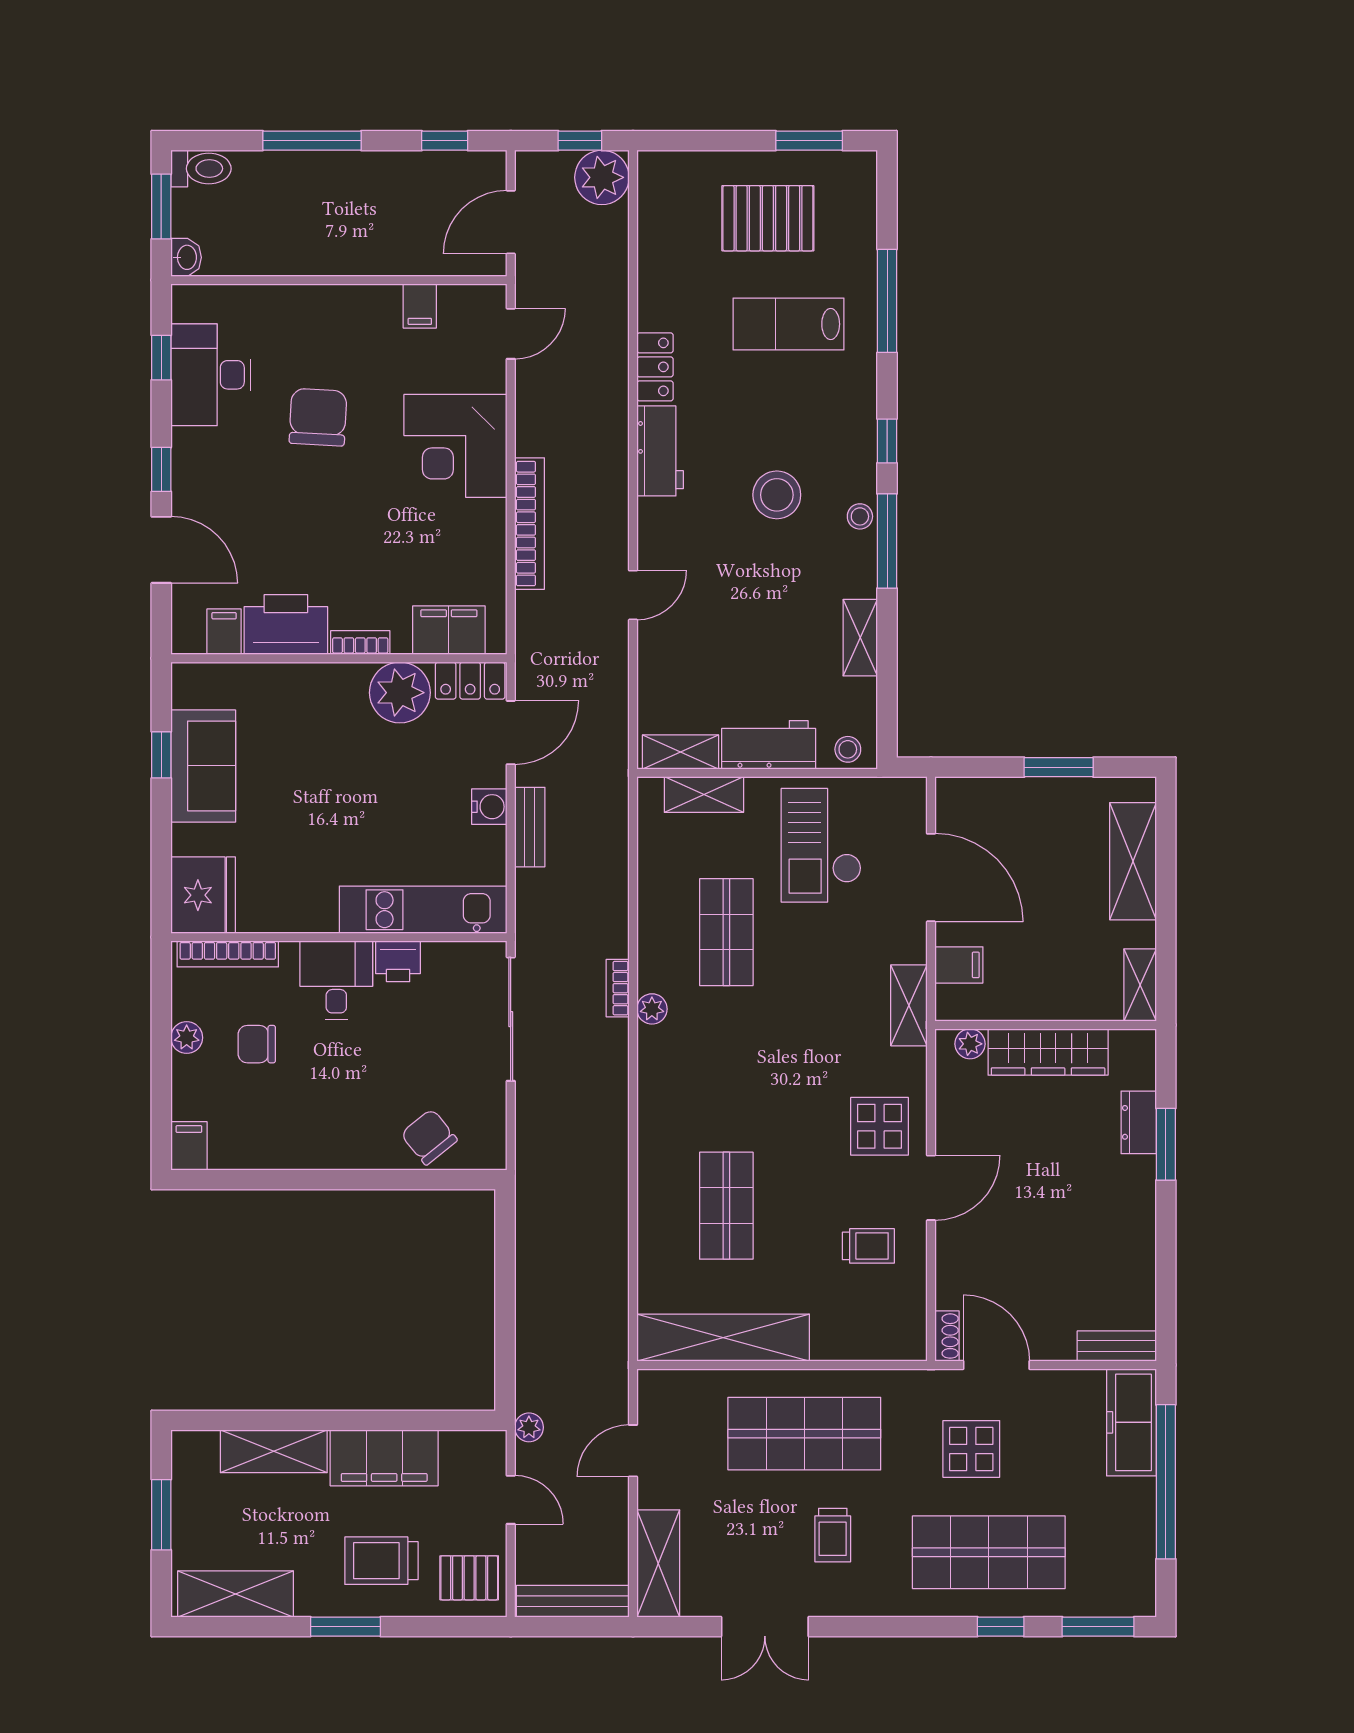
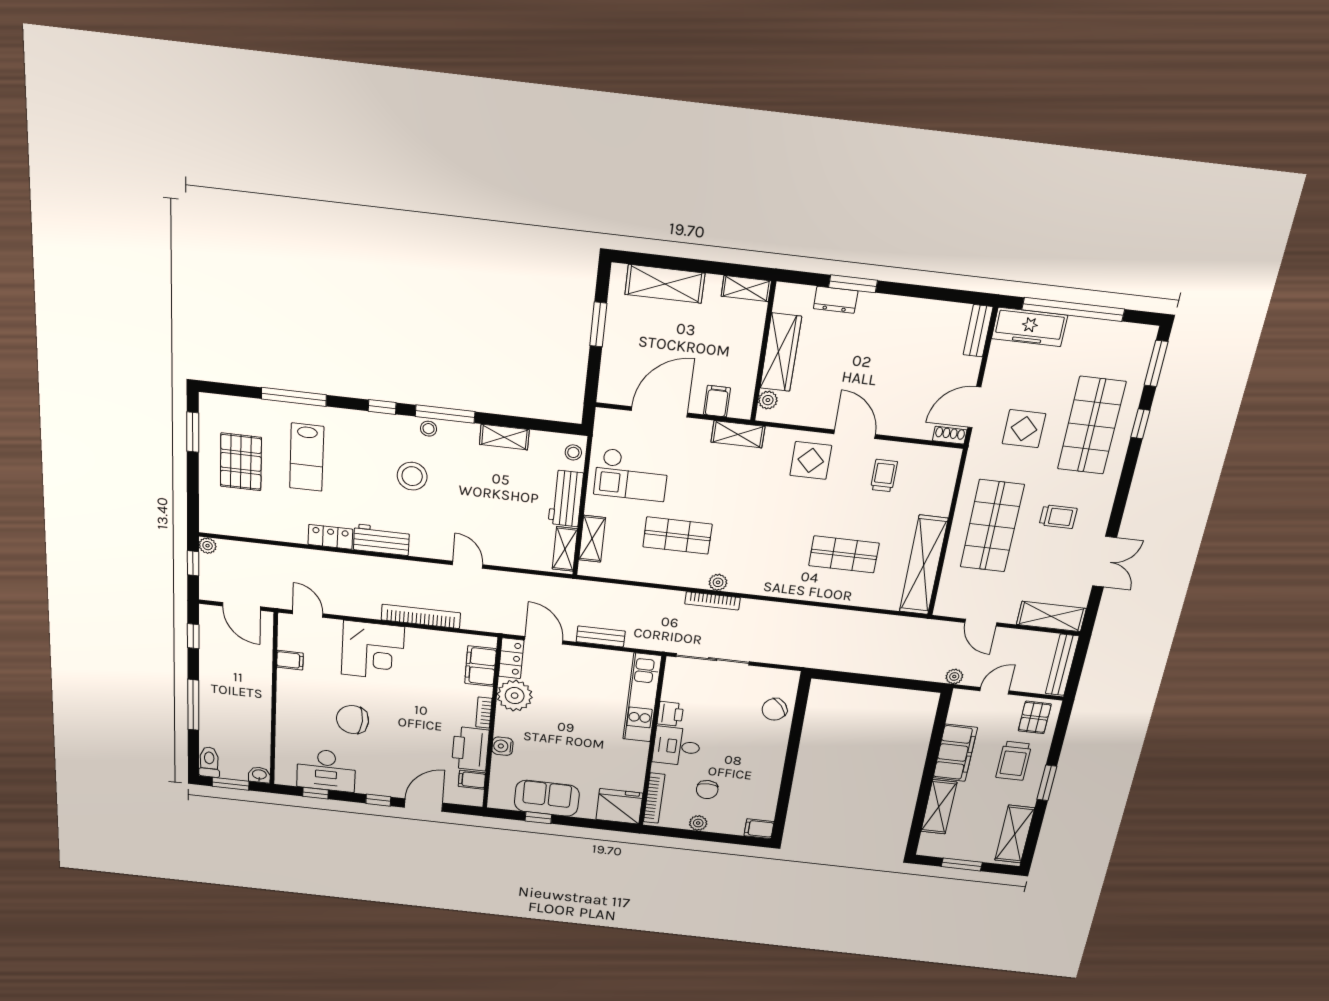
plant: (602, 177) -> (208, 546), width x0.53, depth x0.53
water cooler: (489, 807) -> (502, 746), moved, turned -90
bookcase: (618, 988) -> (712, 601), width x1.56

